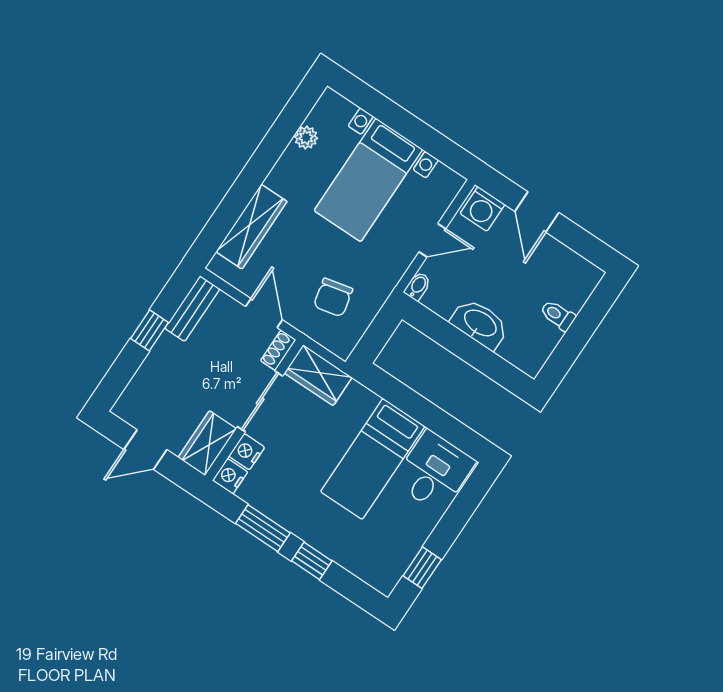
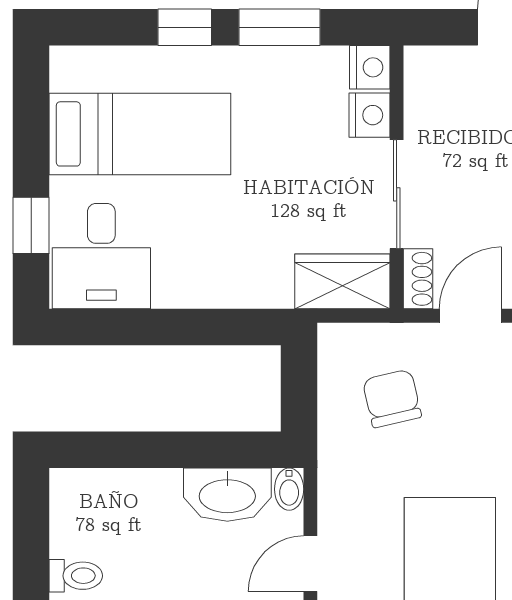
door: (264, 313) -> (470, 316), swing flipped
washbasin: (480, 324) -> (227, 495), moved
wardrobe: (207, 443) -> (430, 91), removed
bed: (373, 459) -> (140, 134), moved, turned 90
window: (422, 568) -> (31, 225), moved

